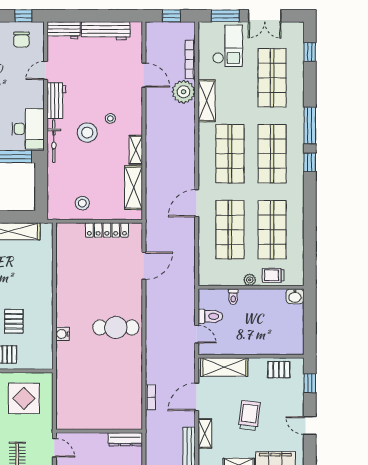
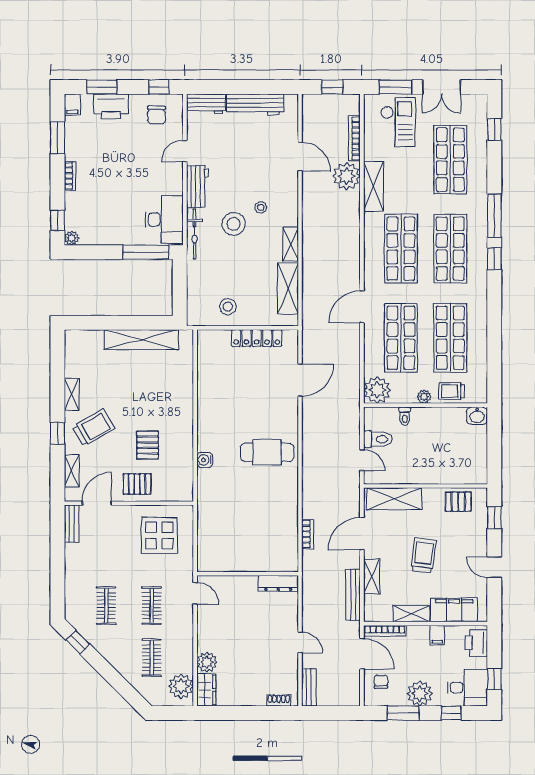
plant: (210, 274) -> (377, 390), added

